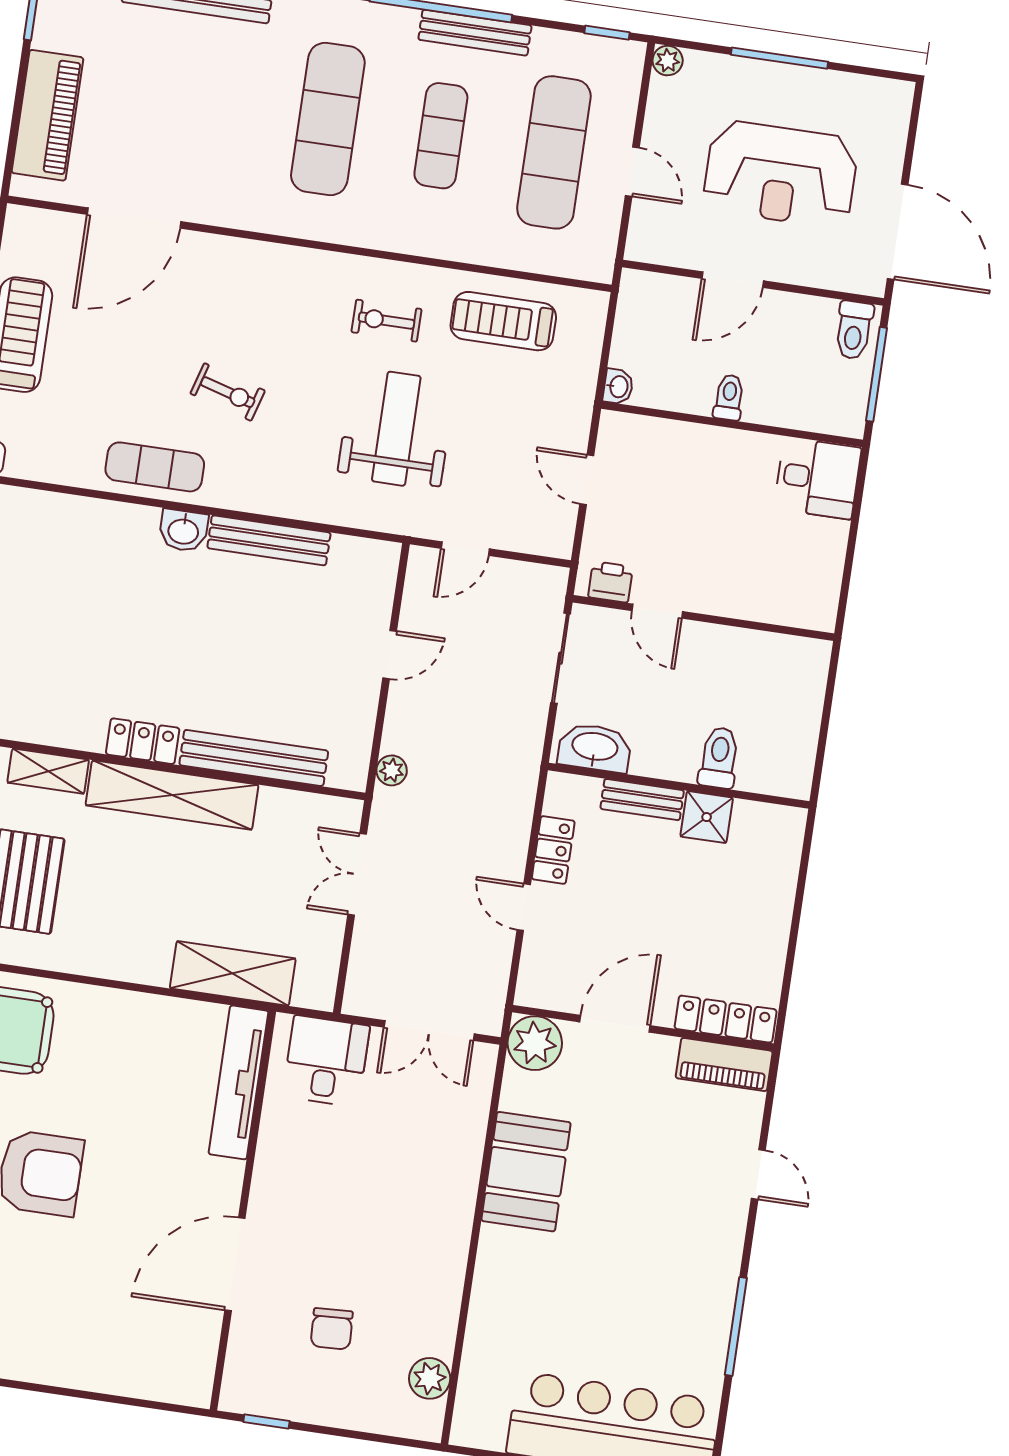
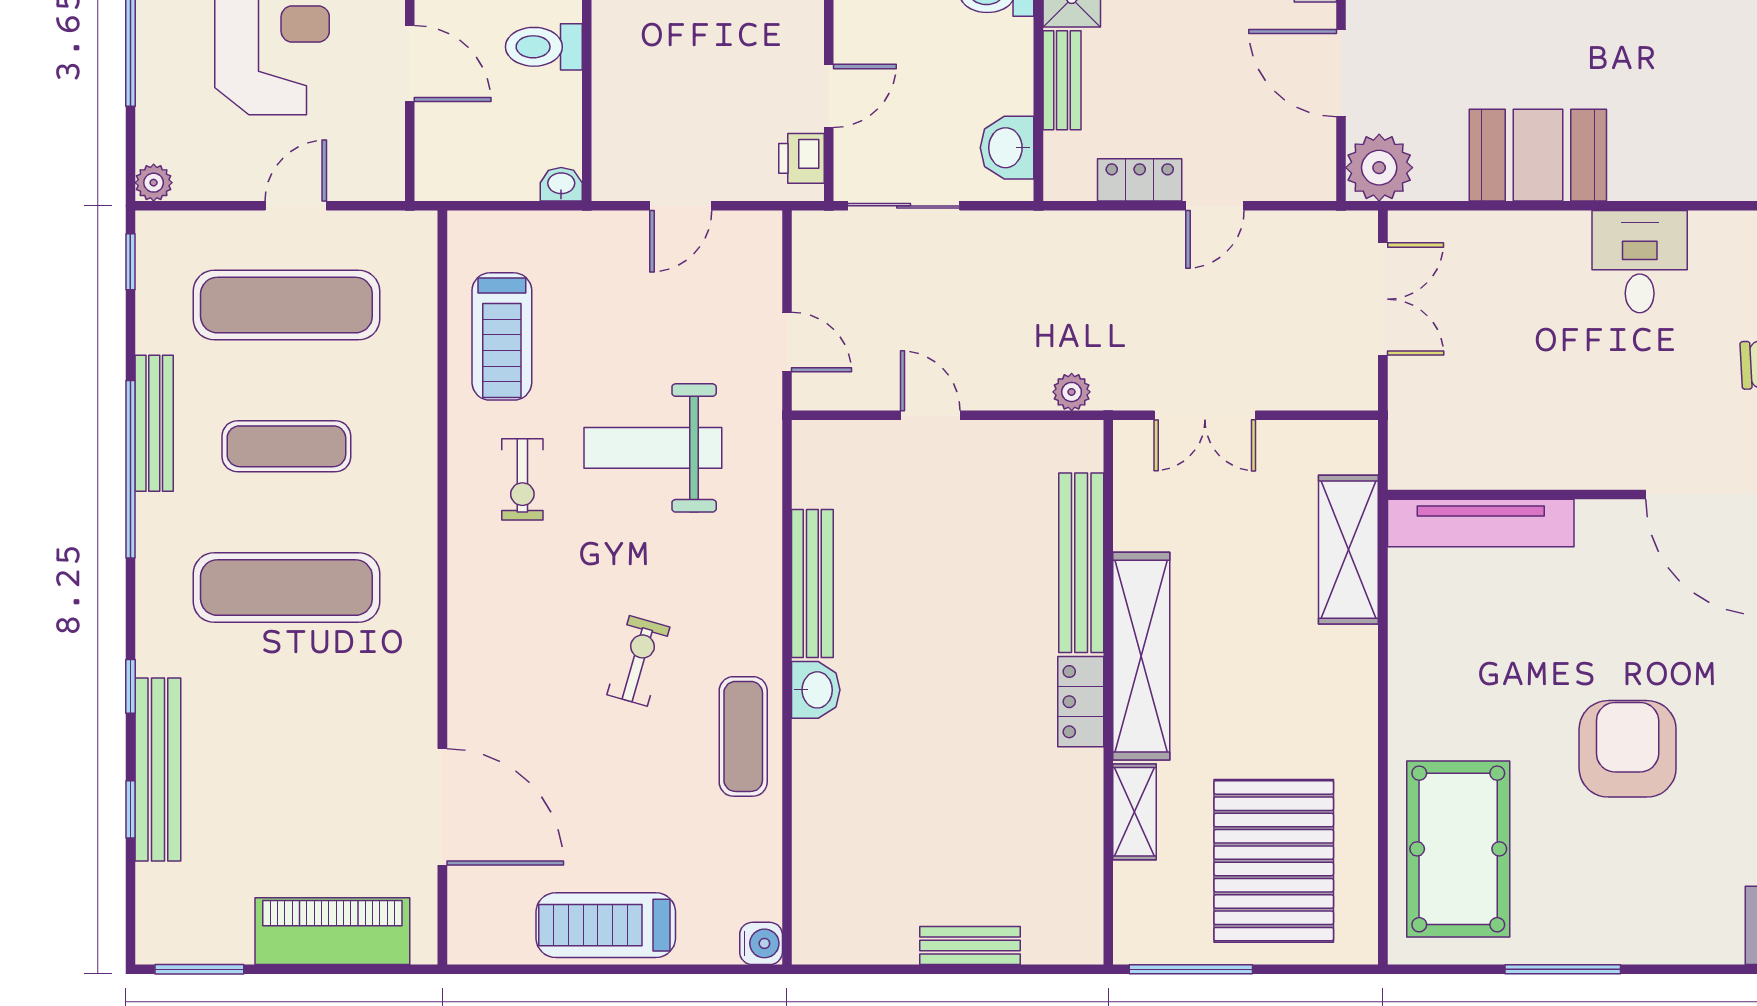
toilet: (729, 397) -> (544, 47), width x1.37, depth x1.39
washbasin: (595, 748) -> (1007, 148), width x0.72
desk: (326, 1061) -> (1640, 262), moved, turned 90

